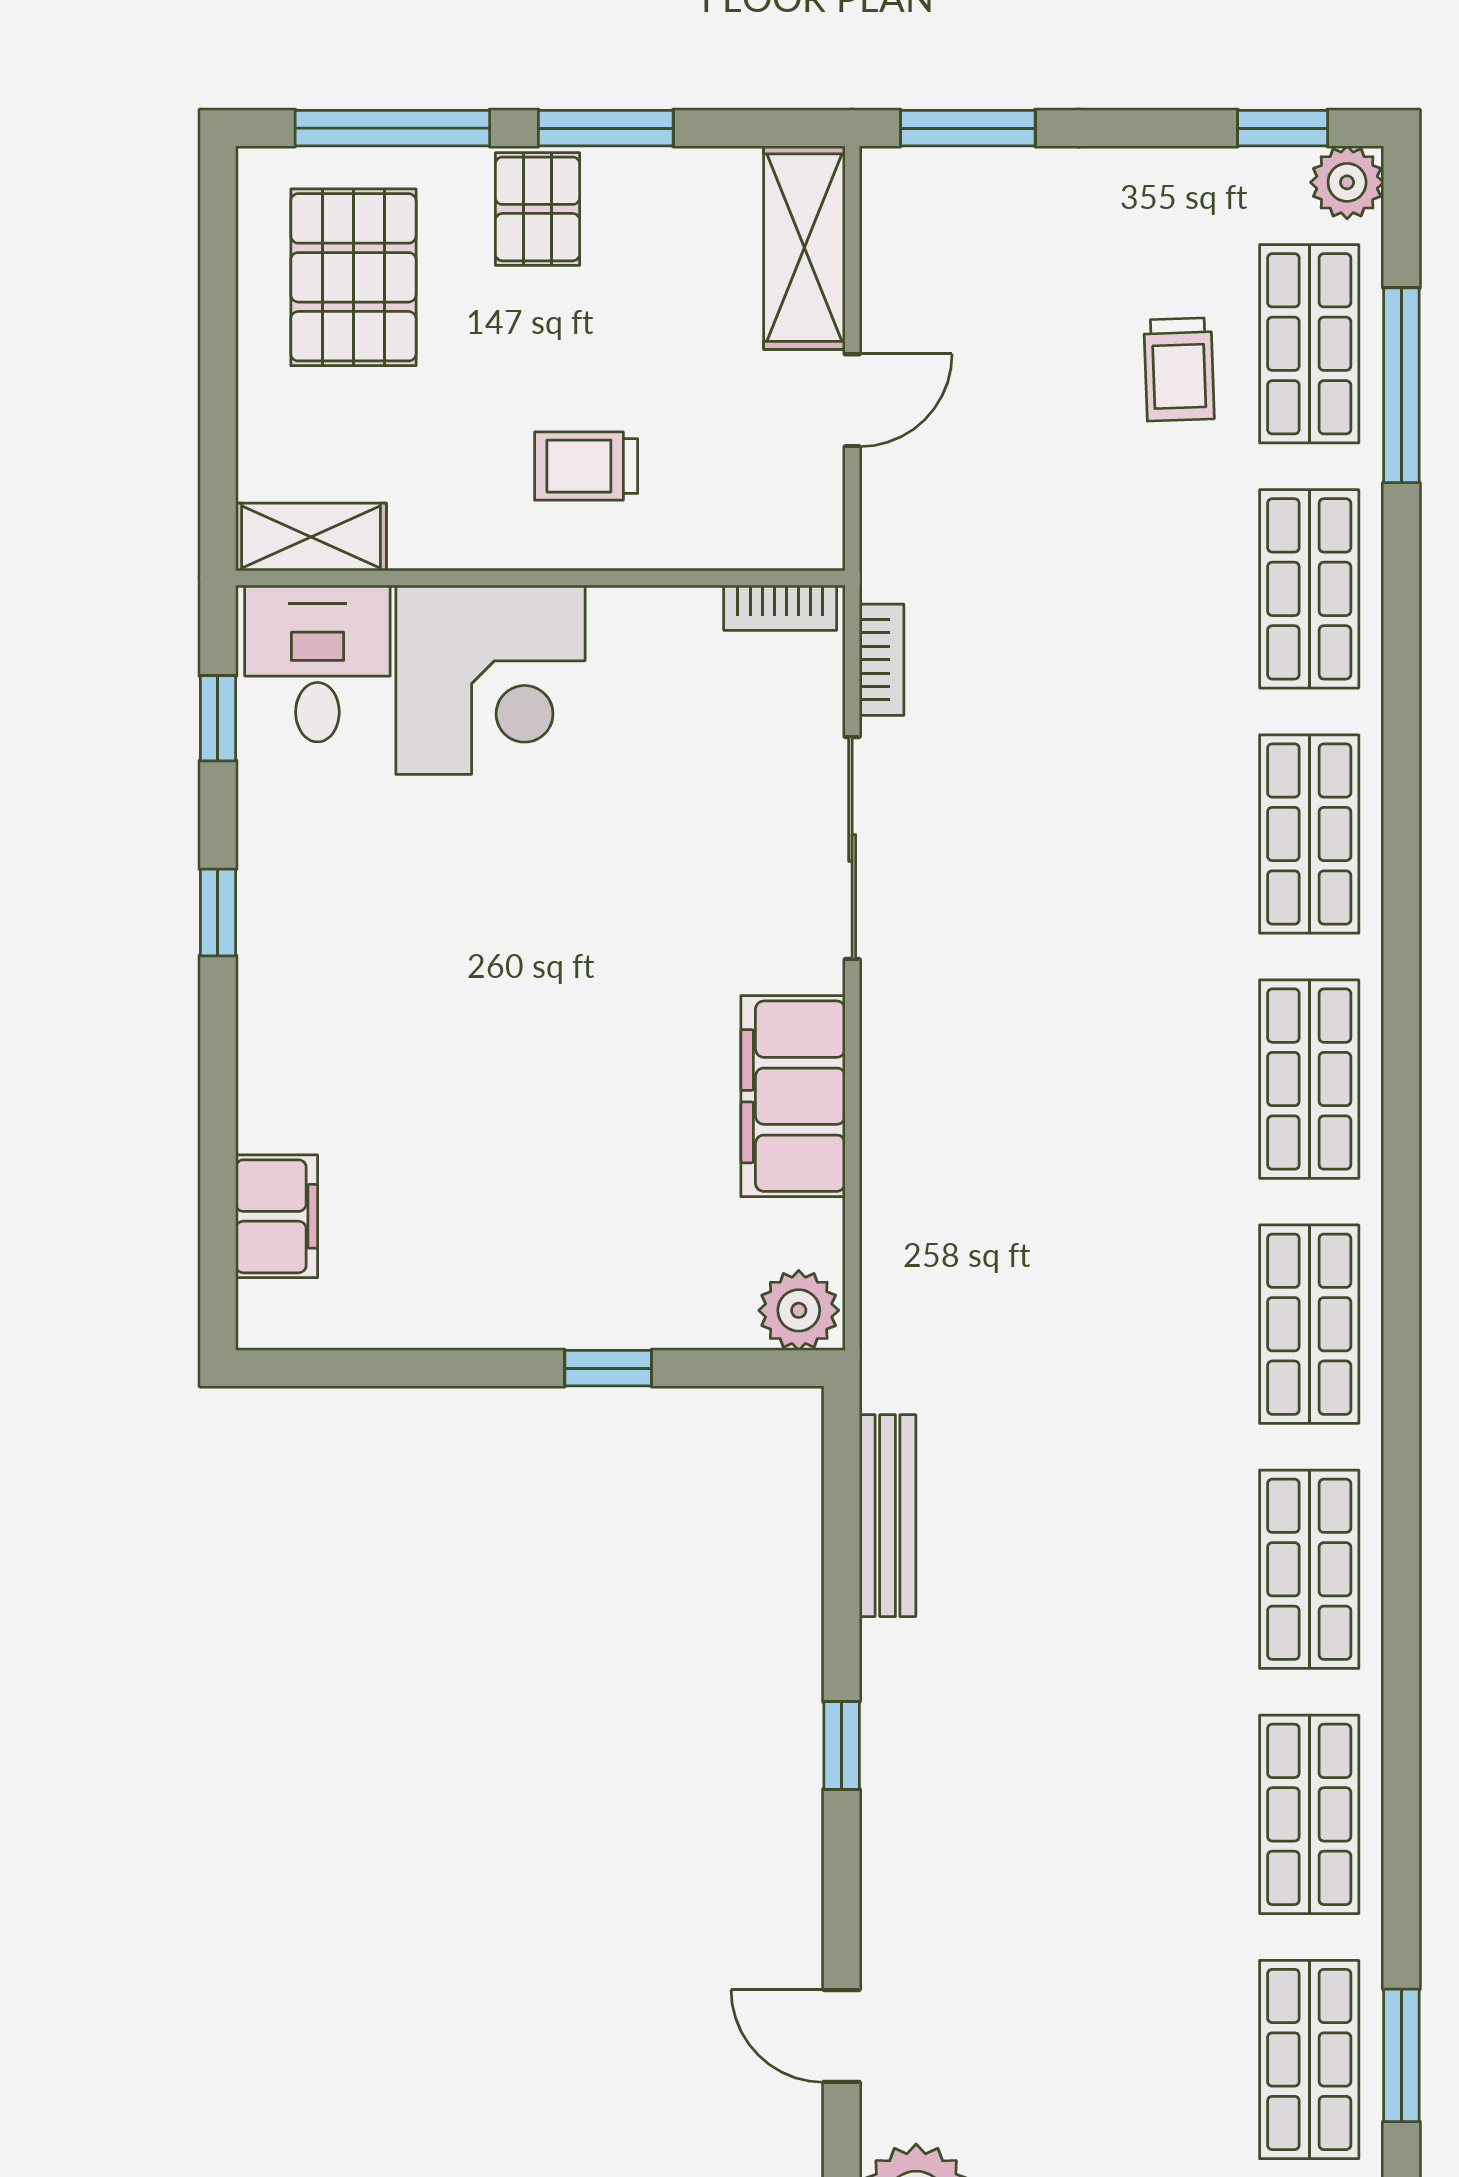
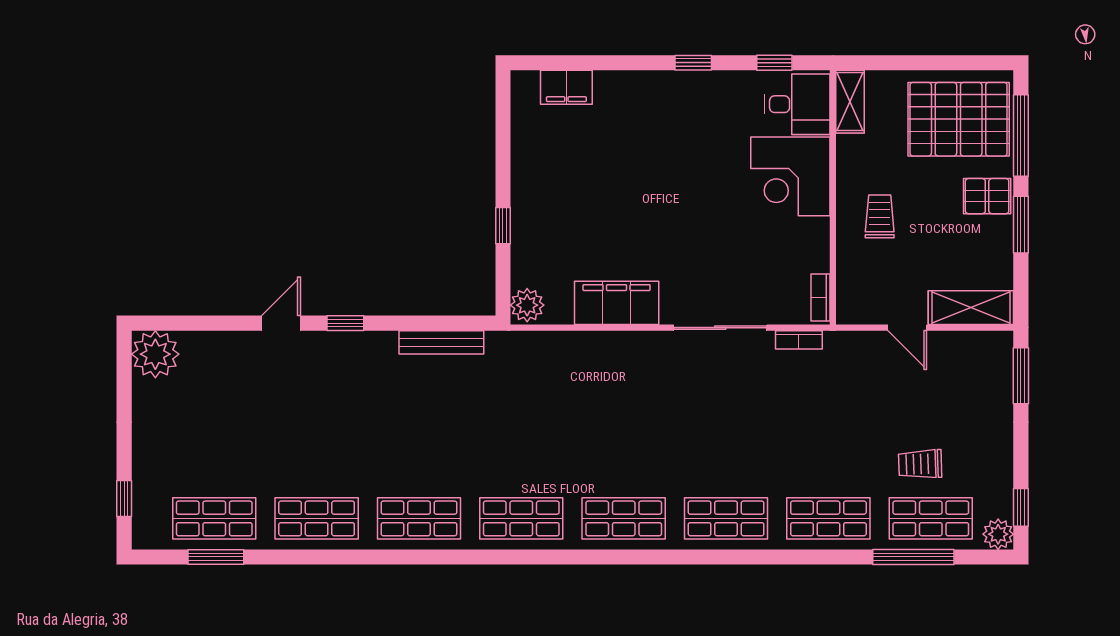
pallet: (353, 277) -> (959, 119), width x1.37, depth x1.41
door: (842, 2036) -> (281, 323), moved

